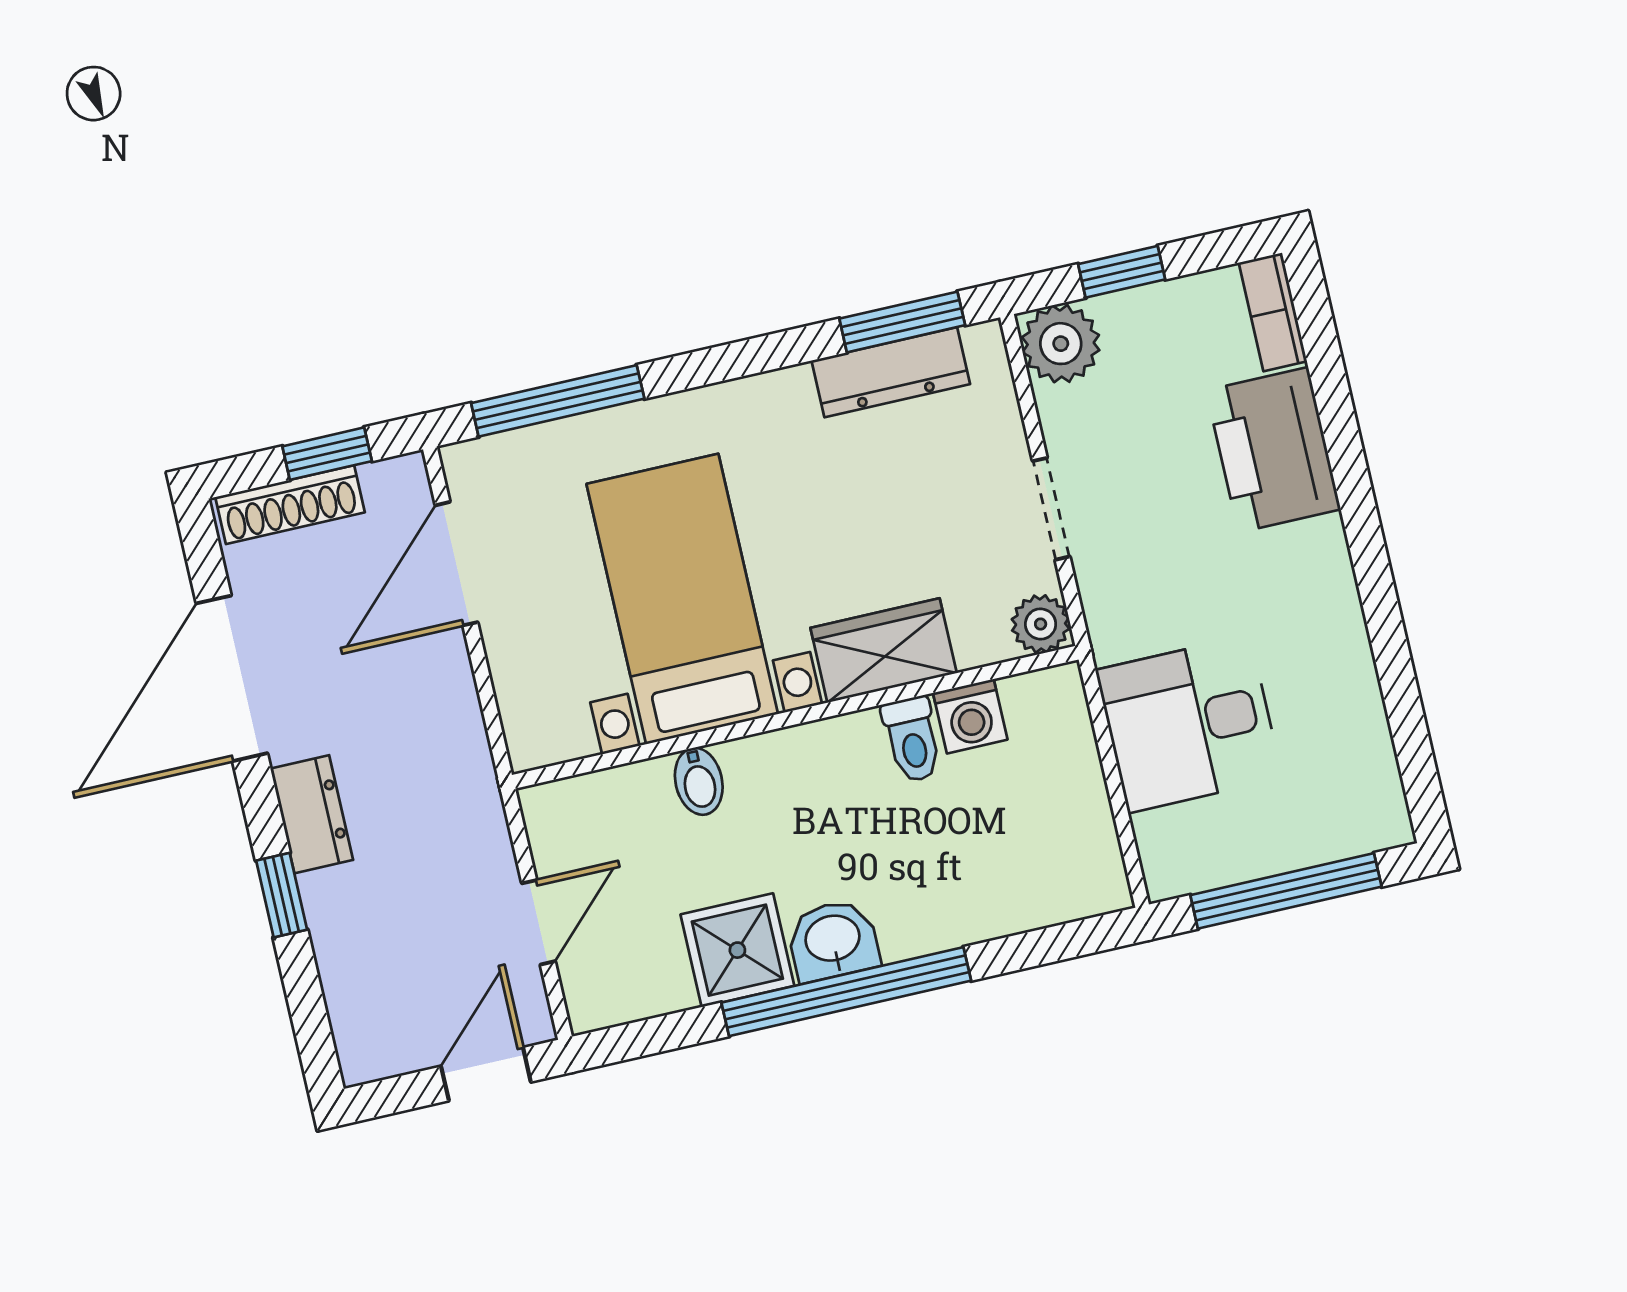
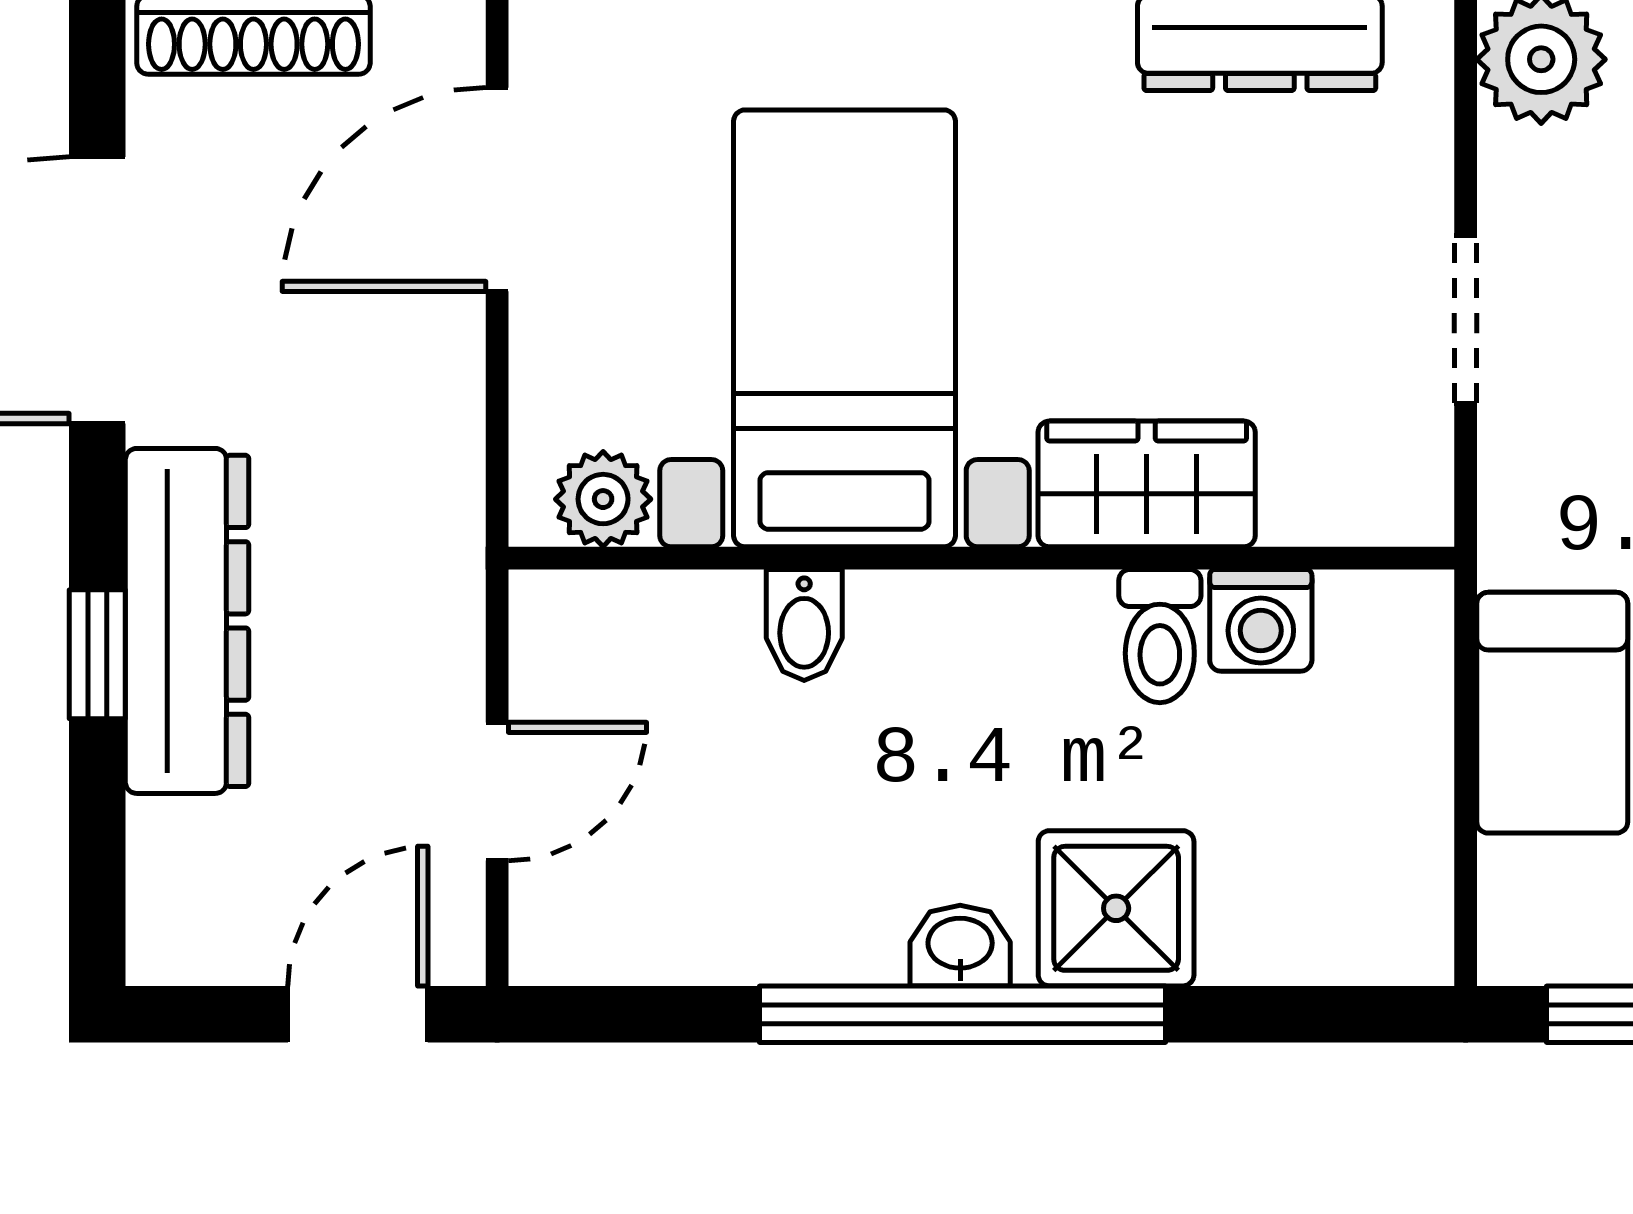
plant: (1041, 624) -> (603, 499), moved
dresser: (312, 814) -> (187, 621), width x1.96, depth x1.24
washbasin: (833, 940) -> (960, 946), width x0.72, depth x0.69
shower: (737, 950) -> (1116, 908), moved

